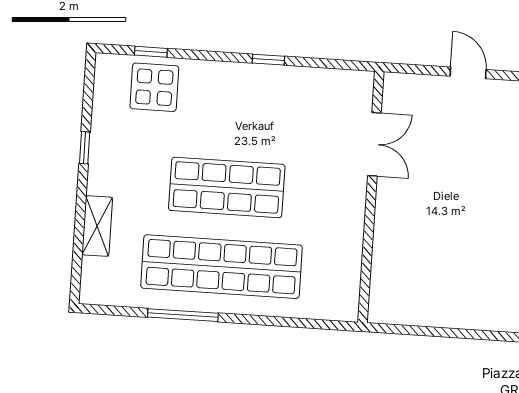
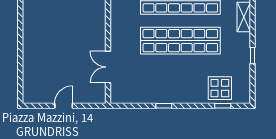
door: (468, 73) -> (64, 106), swing flipped
shop shelf: (227, 187) -> (180, 41), width x1.40

